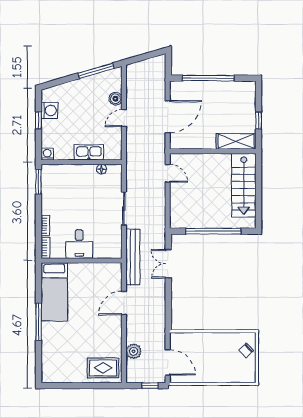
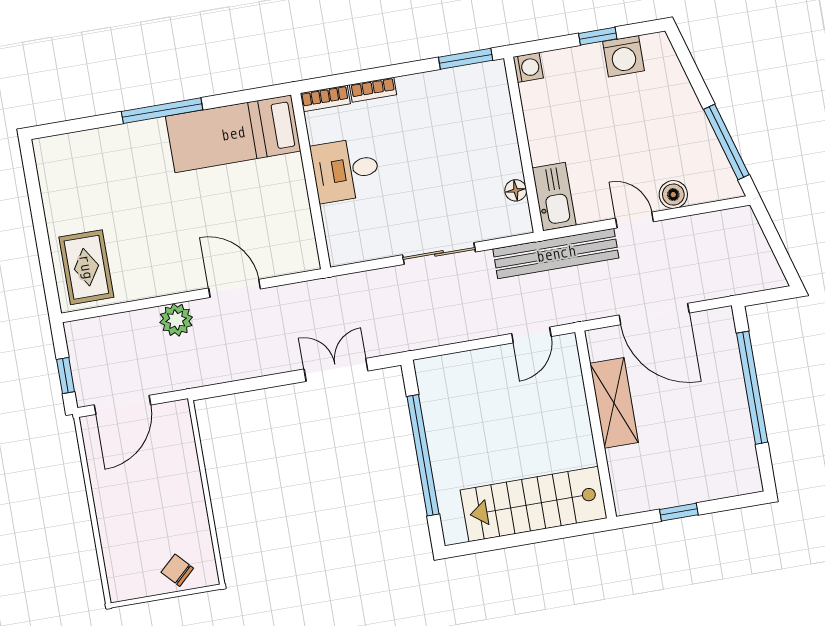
shelving: (236, 141) -> (614, 403), moved
kitchen sink: (89, 152) -> (554, 196), moved
bench: (133, 257) -> (556, 254), moved
plant: (134, 351) -> (176, 320), moved

